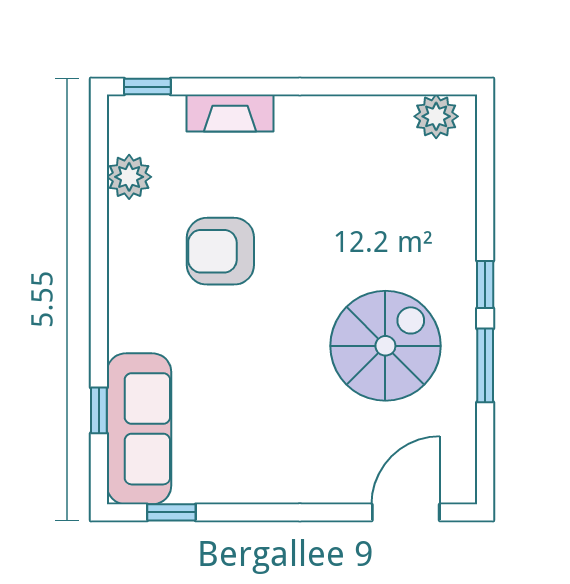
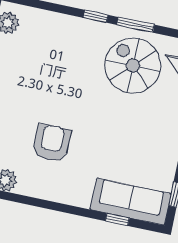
armchair: (220, 251) -> (52, 143), turned 180
spiral stairs: (385, 346) -> (133, 66), moved

